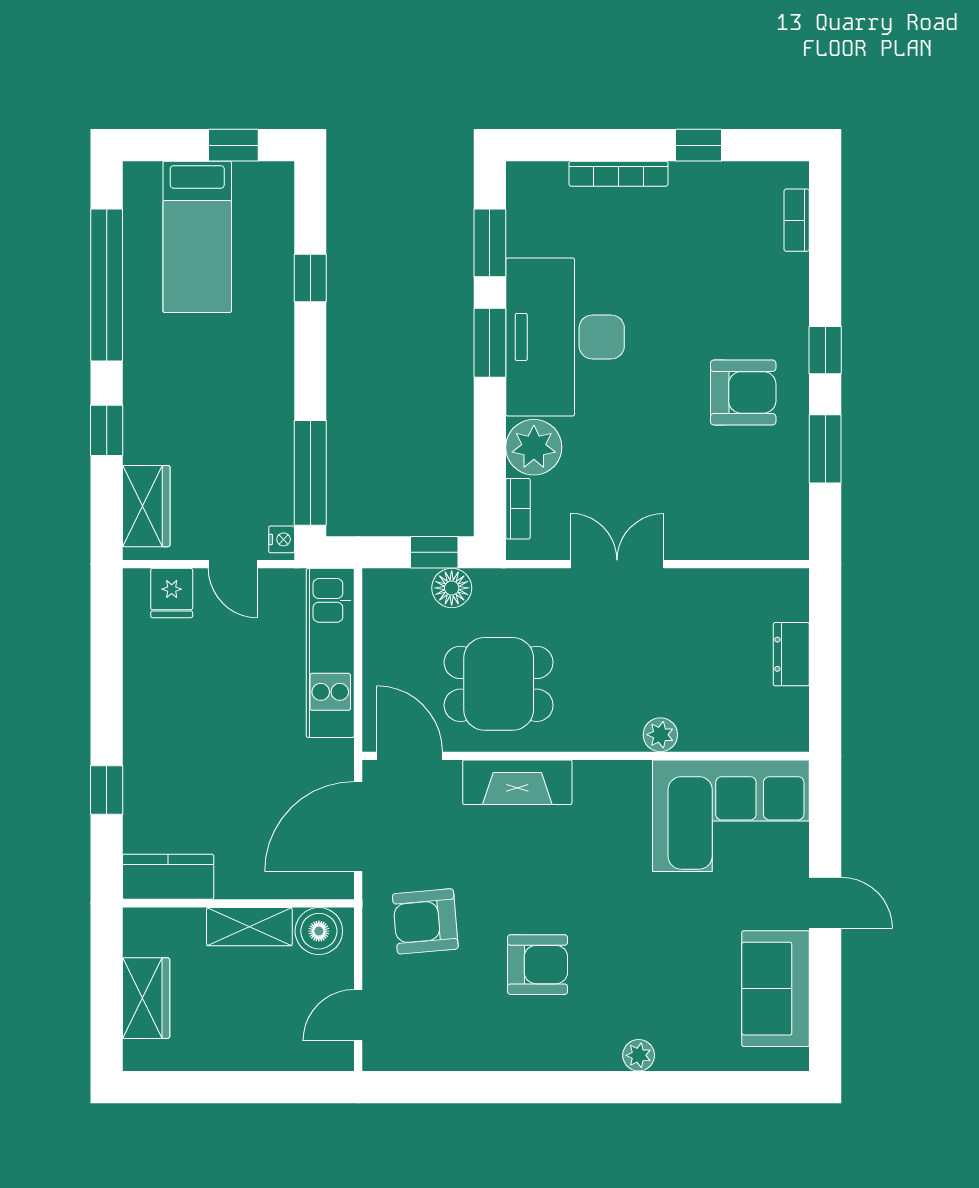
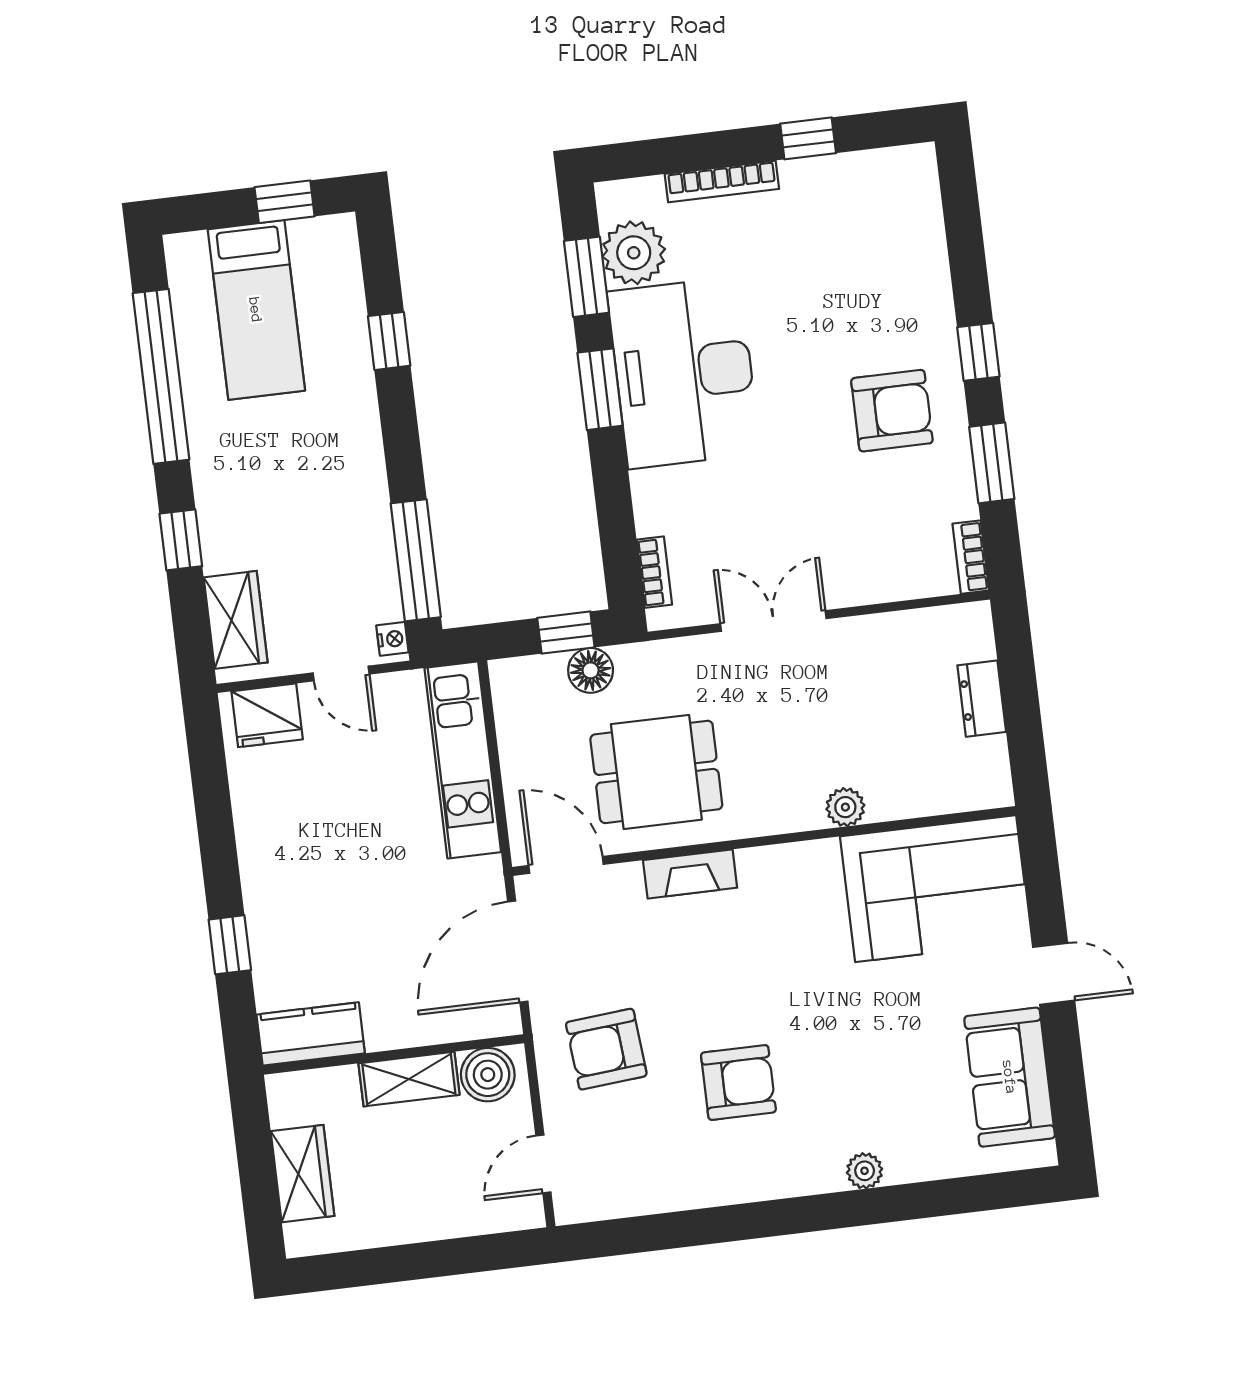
bookcase: (797, 220) -> (971, 557), moved
plant: (534, 447) -> (634, 253), moved
fridge: (172, 593) -> (267, 715), width x1.38
fireplace: (517, 782) -> (690, 874), width x0.73, depth x0.76

